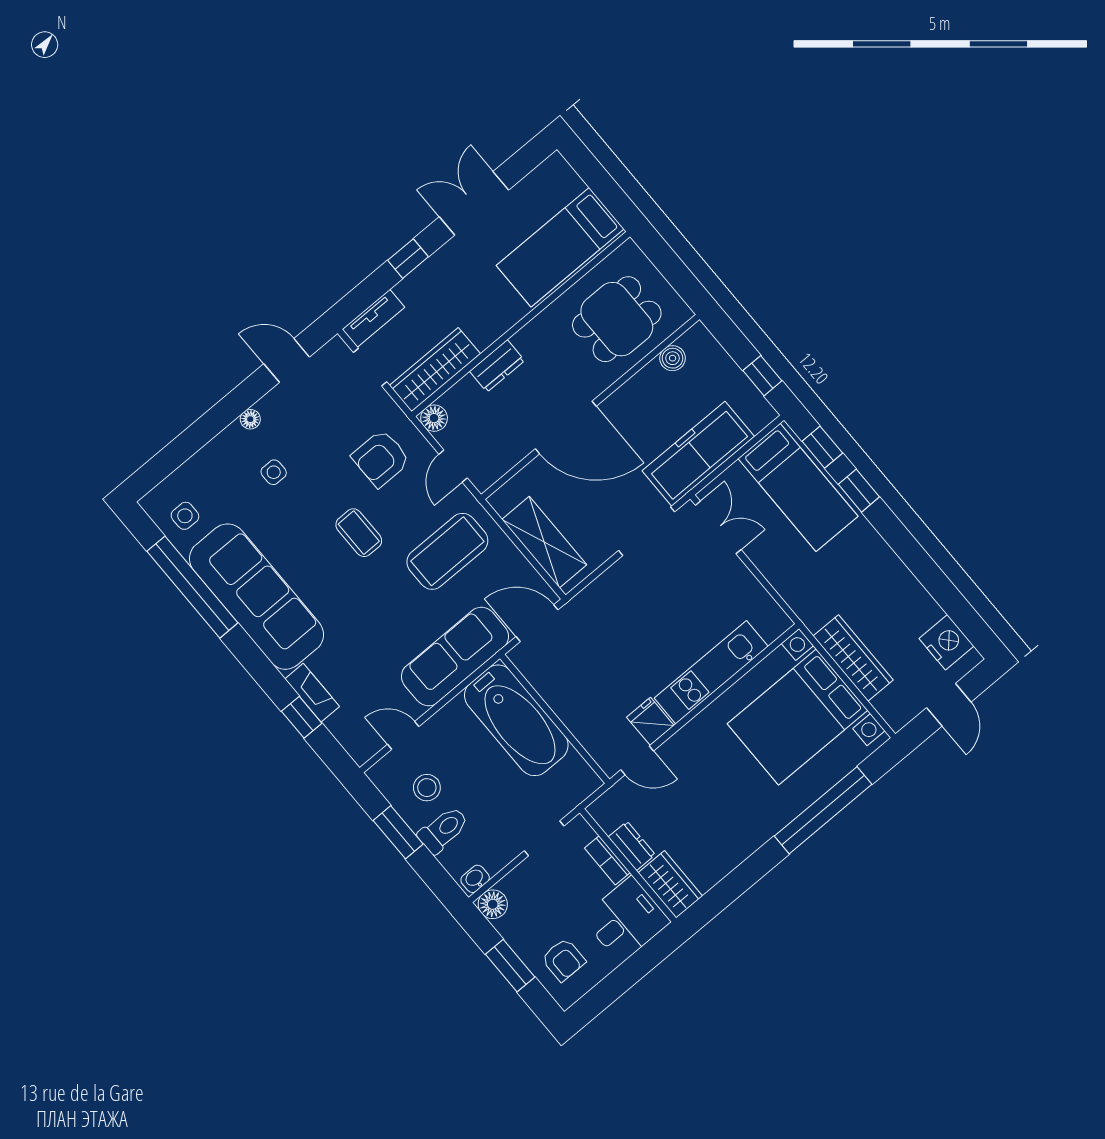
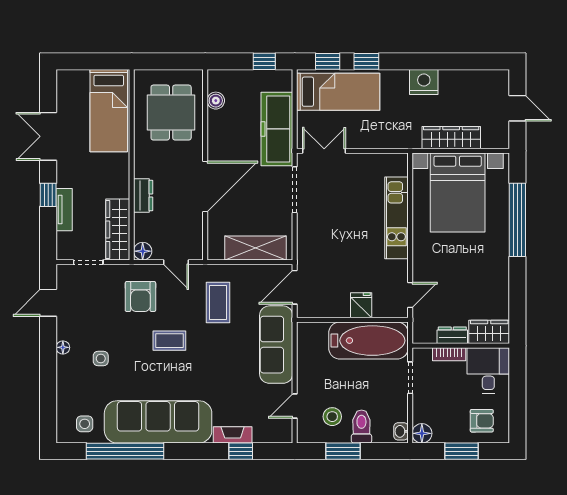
tv unit: (374, 318) -> (64, 210), moved
coffee table: (447, 551) -> (218, 303), width x0.73, depth x0.76
nightstand: (946, 642) -> (424, 82), moved
bathtub: (516, 720) -> (368, 341), moved
fridge: (650, 721) -> (361, 305), moved, turned 90

